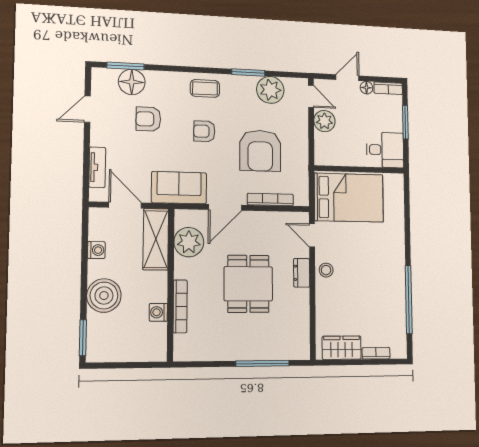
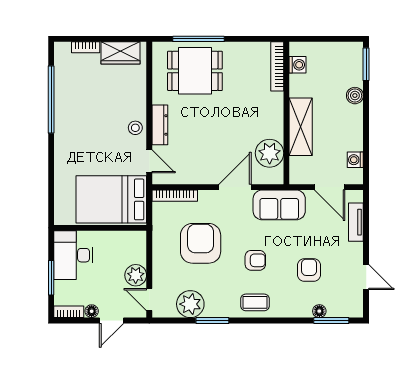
floor lamp: (132, 82) -> (319, 311), width x0.53, depth x0.53
door: (87, 109) -> (366, 277), hinge flipped
armchair: (148, 119) -> (309, 270), turned -90
desk: (385, 150) -> (73, 255), width x1.37
bookcase: (270, 200) -> (175, 196), moved
shelving: (156, 239) -> (301, 127), moved
washing machine: (96, 250) -> (355, 160), moved
dresser: (302, 273) -> (160, 125), width x1.44
dining table: (248, 284) -> (195, 71), moved, turned 90
boiler: (104, 296) -> (355, 96), width x0.54, depth x0.54
bookcase: (180, 306) -> (277, 66), moved
washing machine: (158, 312) -> (297, 65), moved

